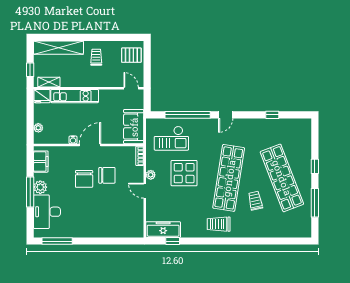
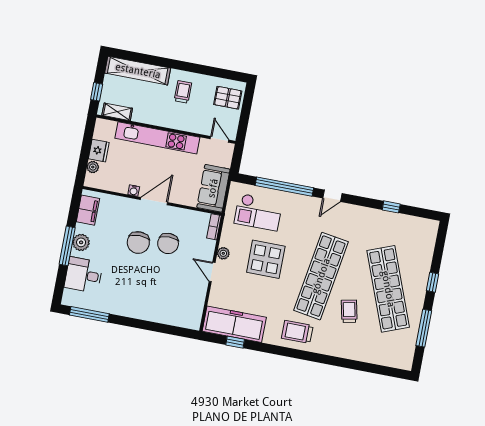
fridge: (42, 96) -> (99, 151), moved, turned -90
kitchen unit: (75, 96) -> (157, 138), width x1.36
chair: (107, 175) -> (168, 243), turned 90
desk: (47, 212) -> (84, 275), width x0.73
freezer: (163, 230) -> (234, 324), width x1.36, depth x1.26

